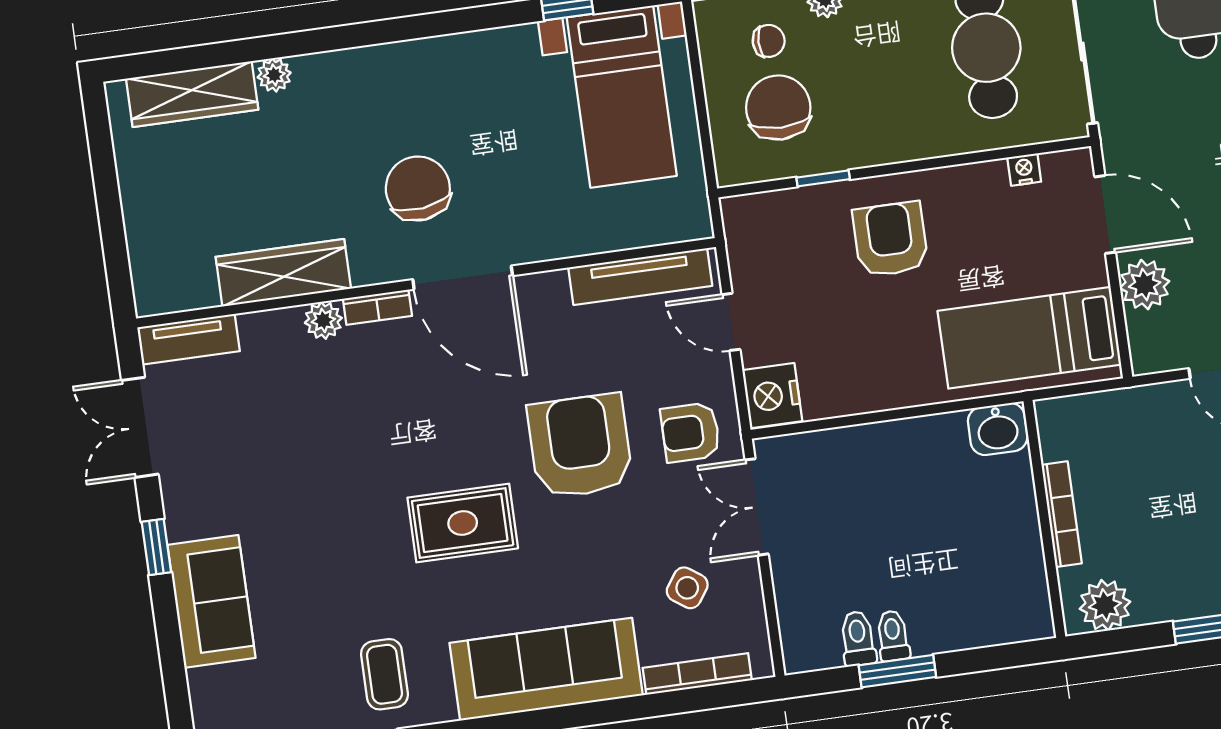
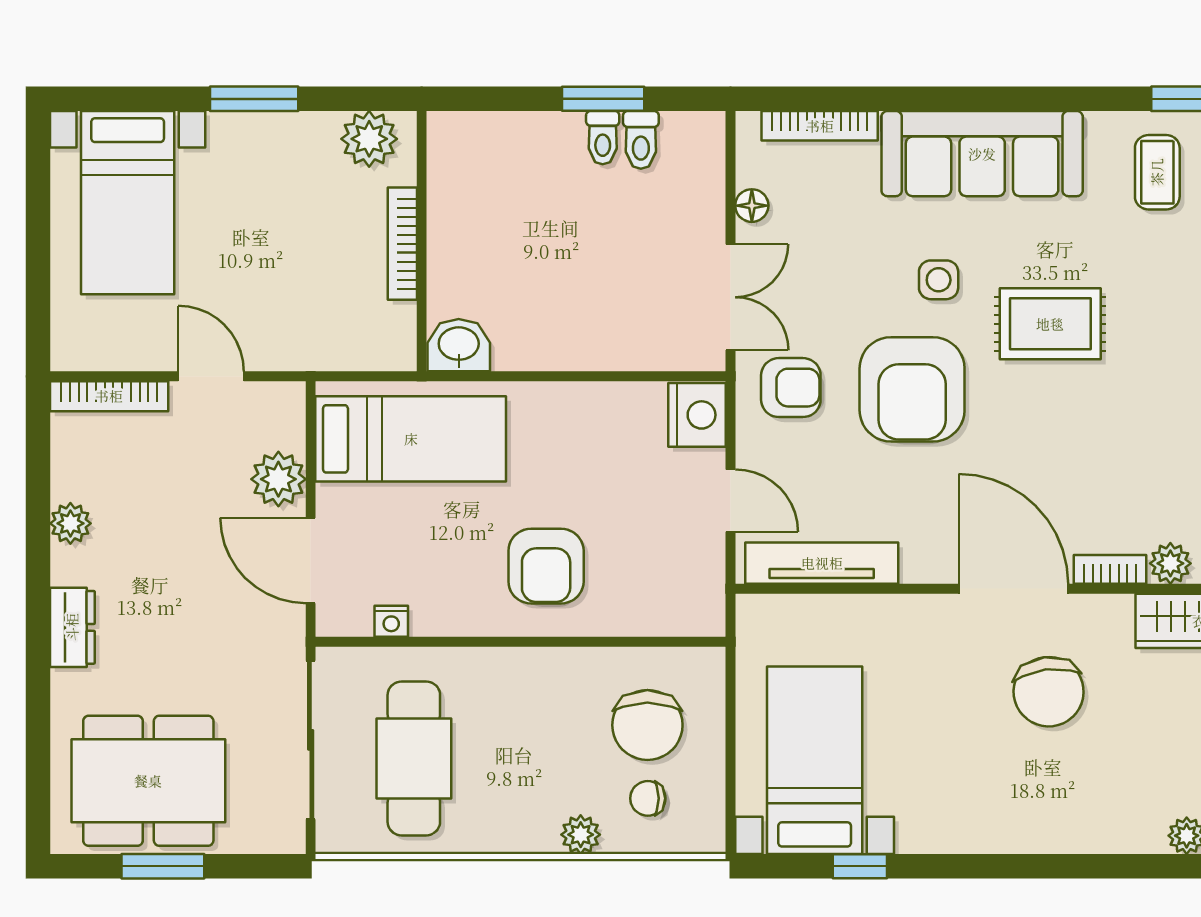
window: (823, 178) -> (610, 642), removed
side table: (687, 588) -> (939, 280), moved, turned -35
floor lamp: (749, 593) -> (752, 206), added

